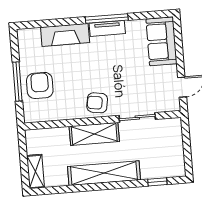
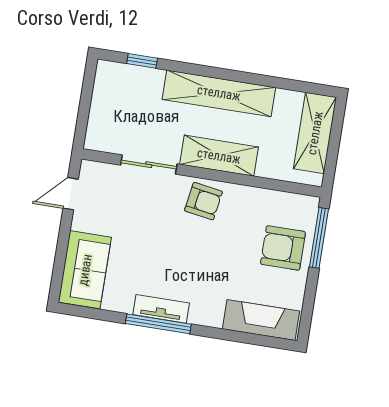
fireplace: (65, 35) -> (261, 320), moved
window: (17, 81) -> (319, 238), moved
armchair: (40, 85) -> (283, 248), turned 90
shelving: (35, 172) -> (315, 133), width x1.50, depth x1.33

